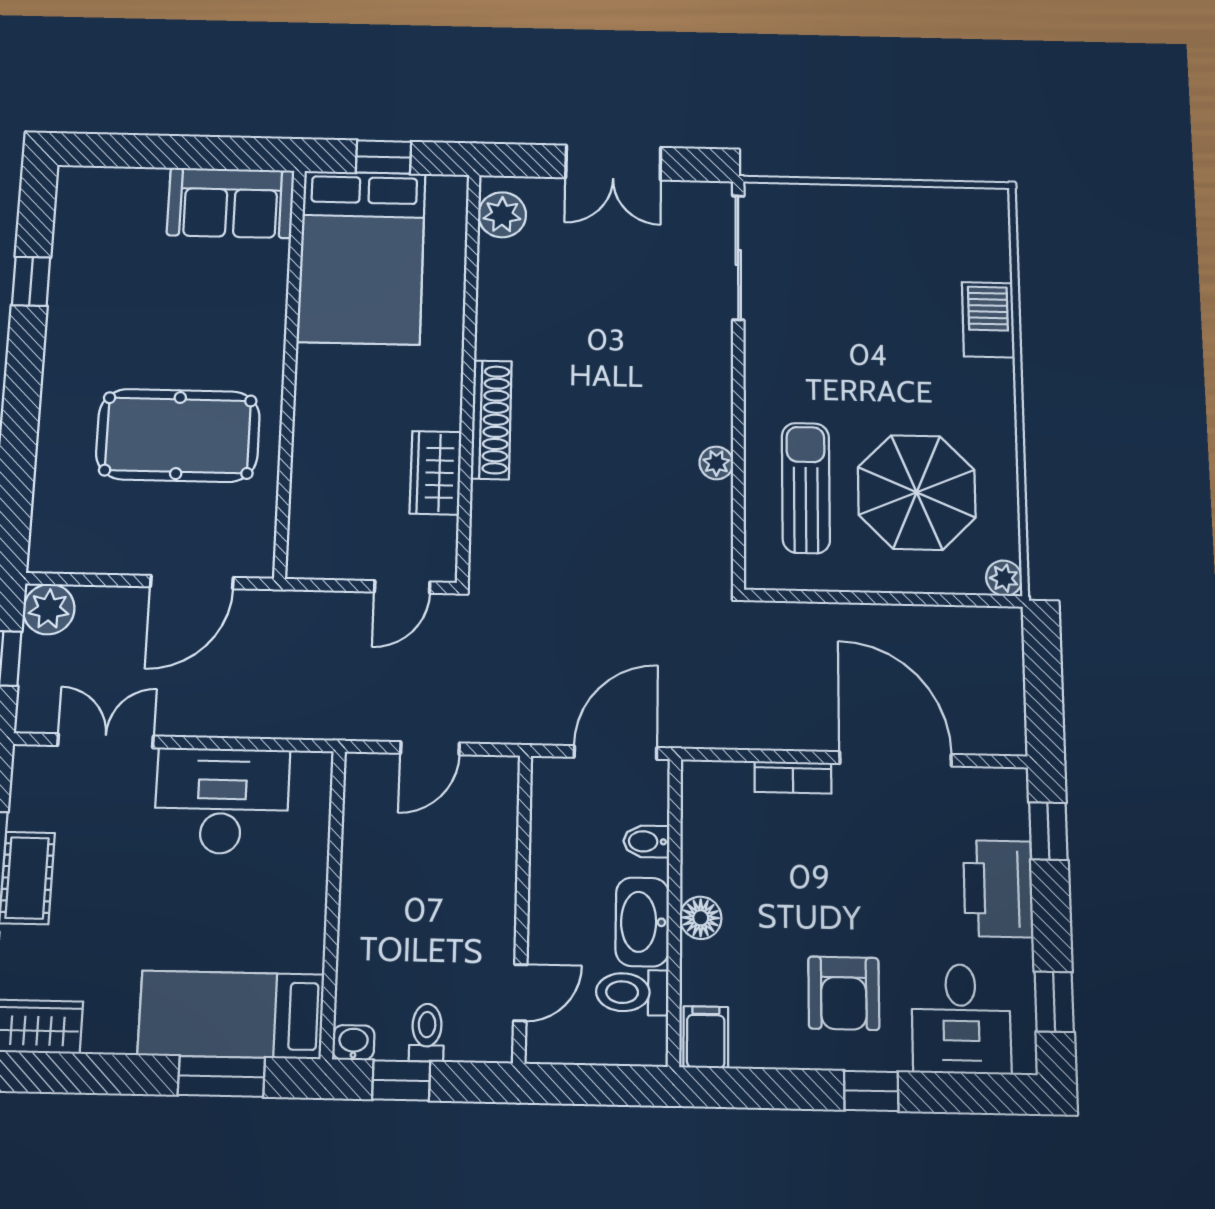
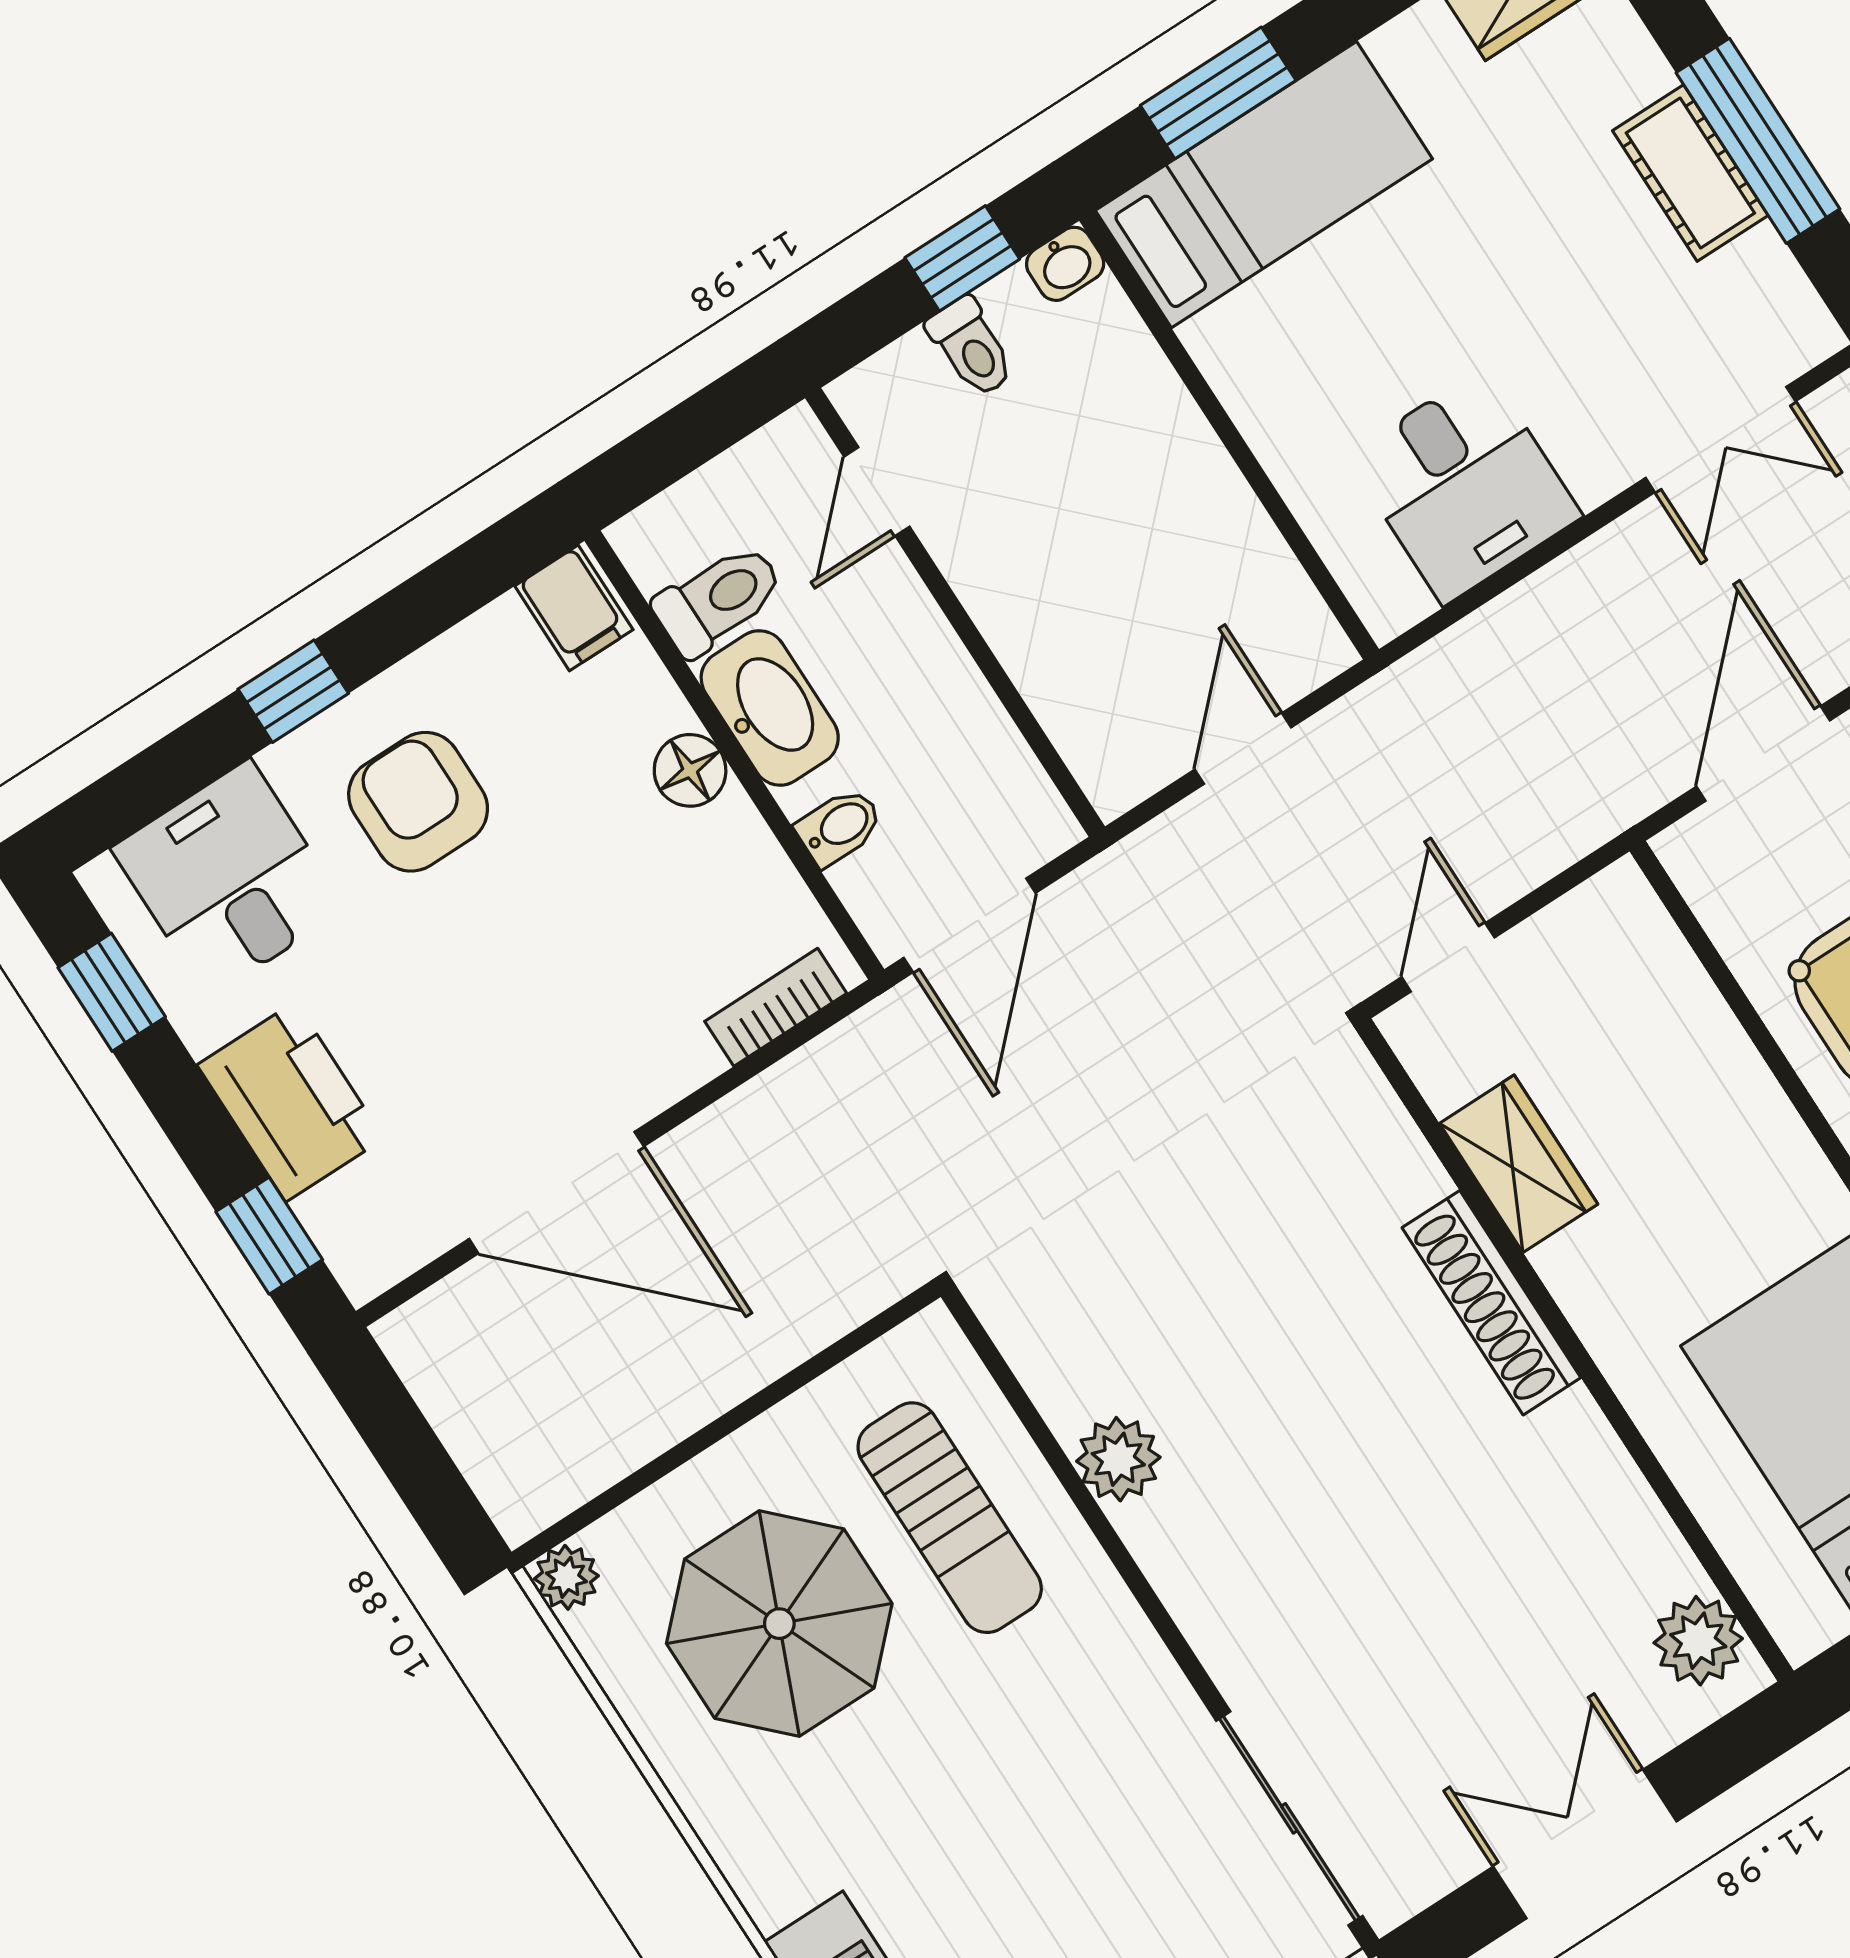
plant: (716, 463) -> (1118, 1459), width x1.38, depth x1.38
bookcase: (793, 777) -> (776, 1007), moved
desk: (222, 801) -> (1464, 486), width x0.73

